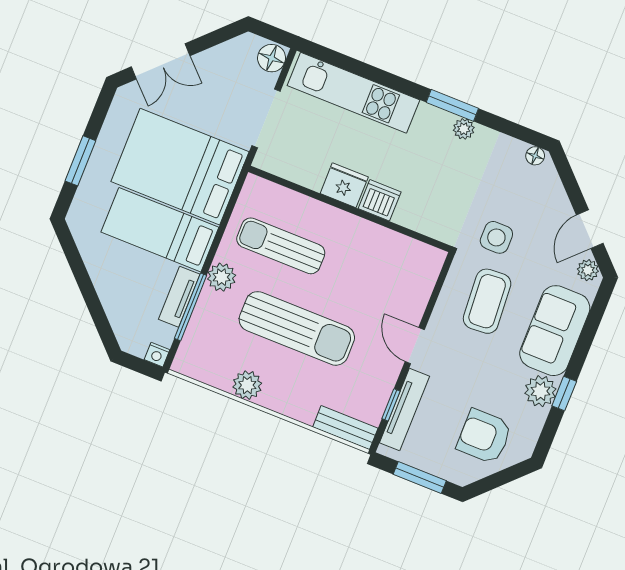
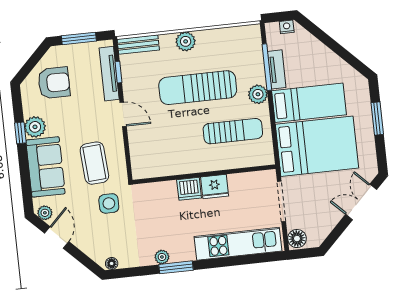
nightstand: (157, 355) -> (287, 27), moved
plant: (247, 385) -> (186, 41), moved

